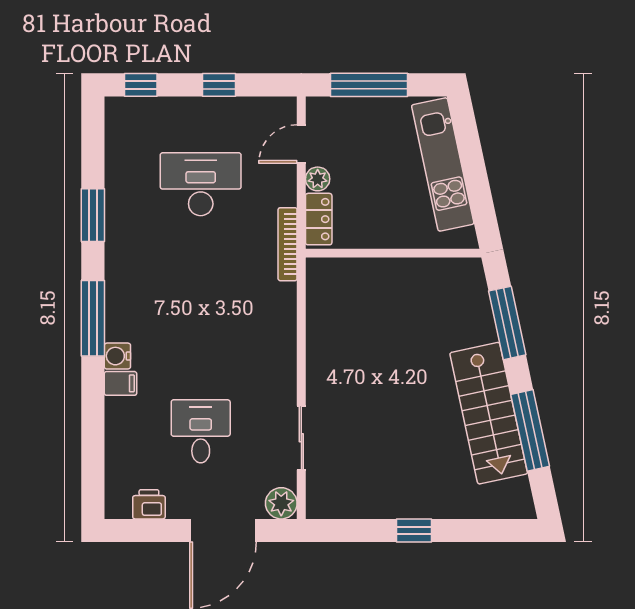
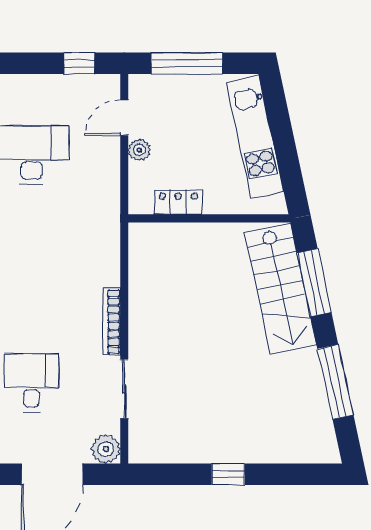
window: (219, 85) -> (79, 63), moved
locker: (319, 219) -> (178, 202), moved, turned -90
bookcase: (288, 244) -> (112, 322), moved
stairs: (489, 413) -> (281, 289), moved

